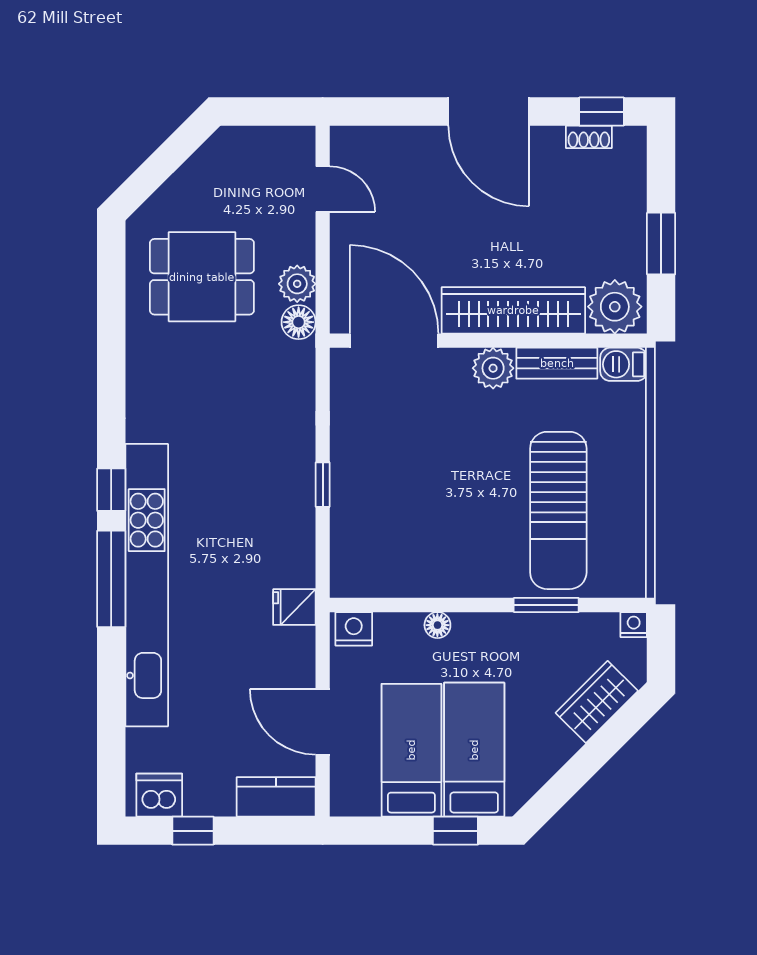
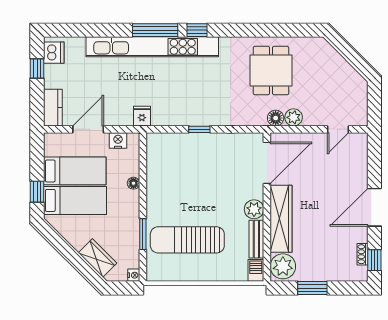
dining table: (202, 277) -> (271, 71), moved
nightstand: (354, 629) -> (118, 141), moved, turned -90

